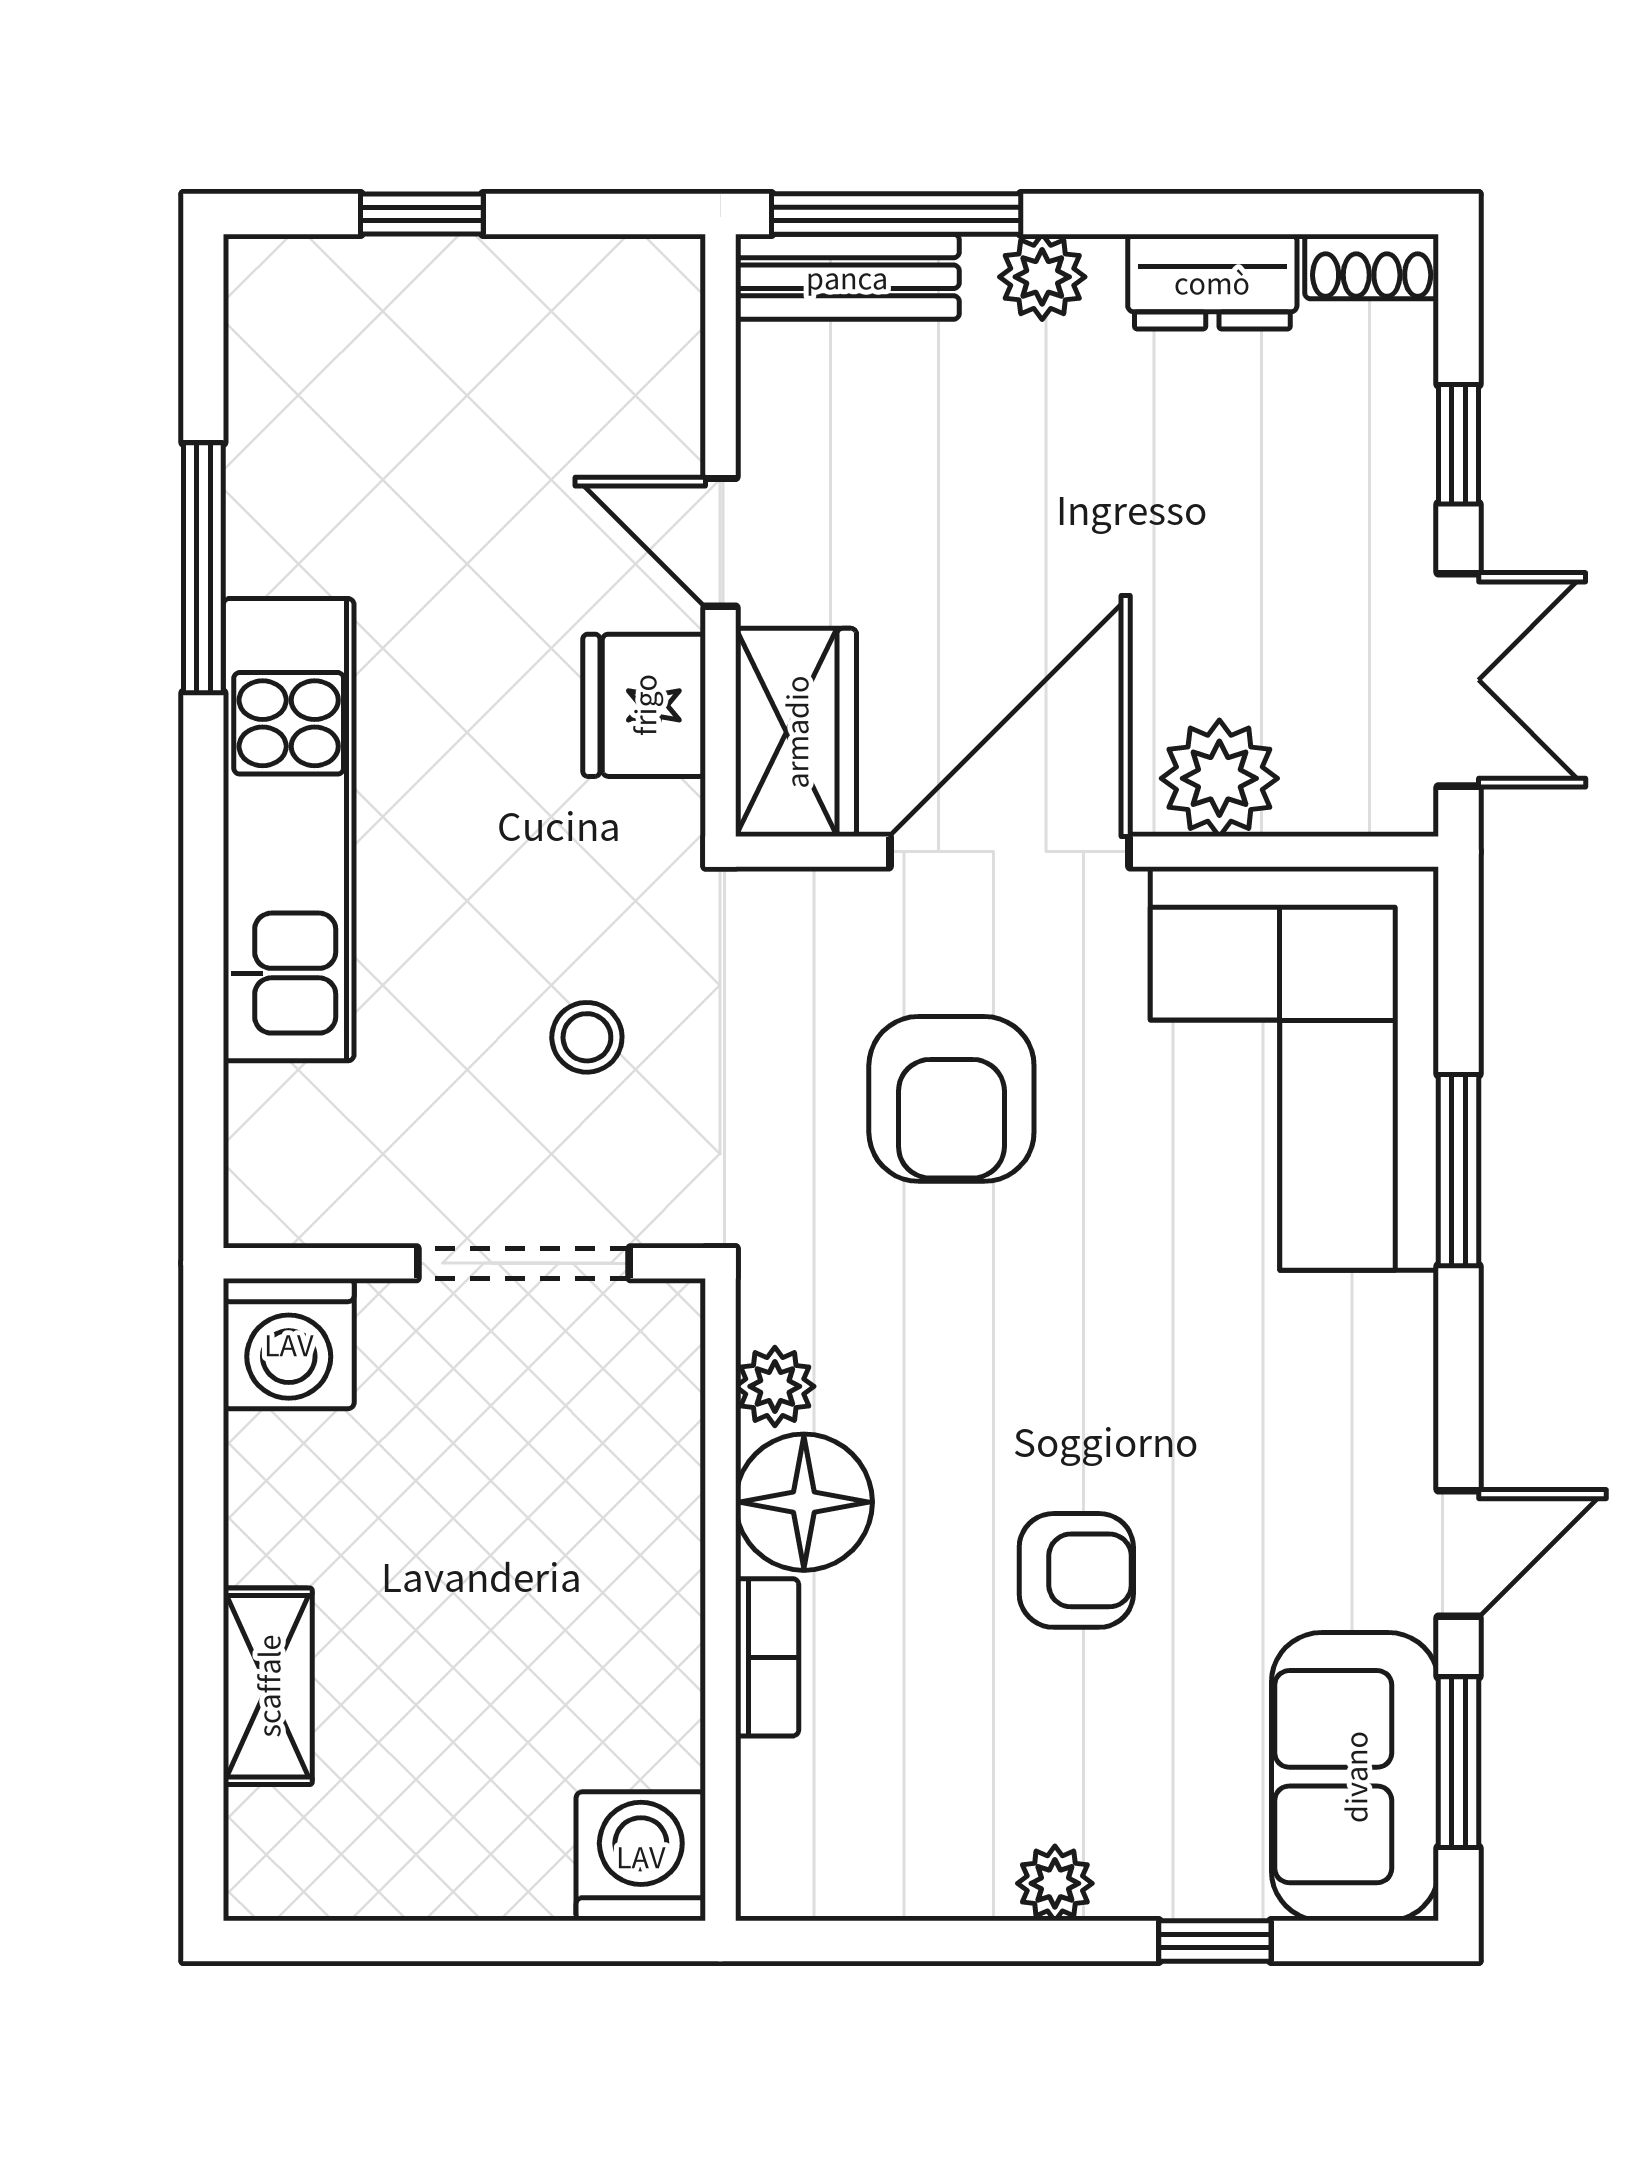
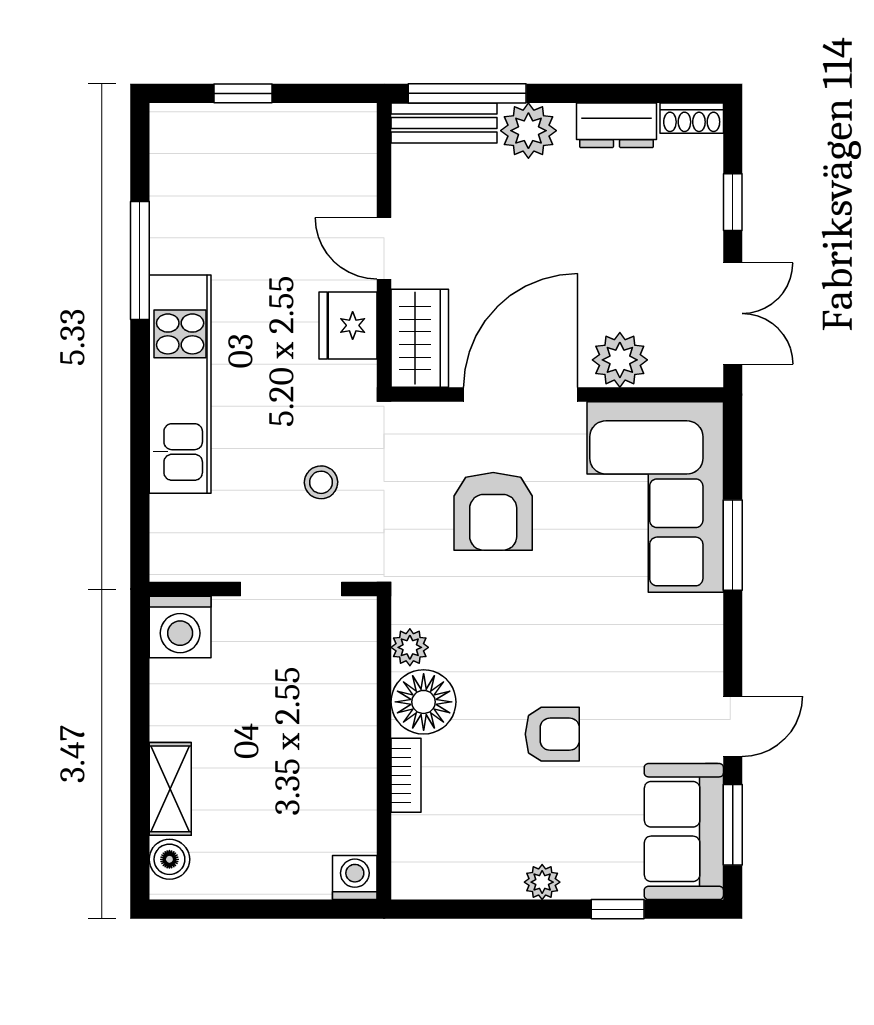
plant: (1042, 277) -> (528, 131), width x1.38, depth x1.38
boiler: (266, 1835) -> (169, 859), added
washing machine: (641, 1856) -> (355, 878), width x0.73, depth x0.73

